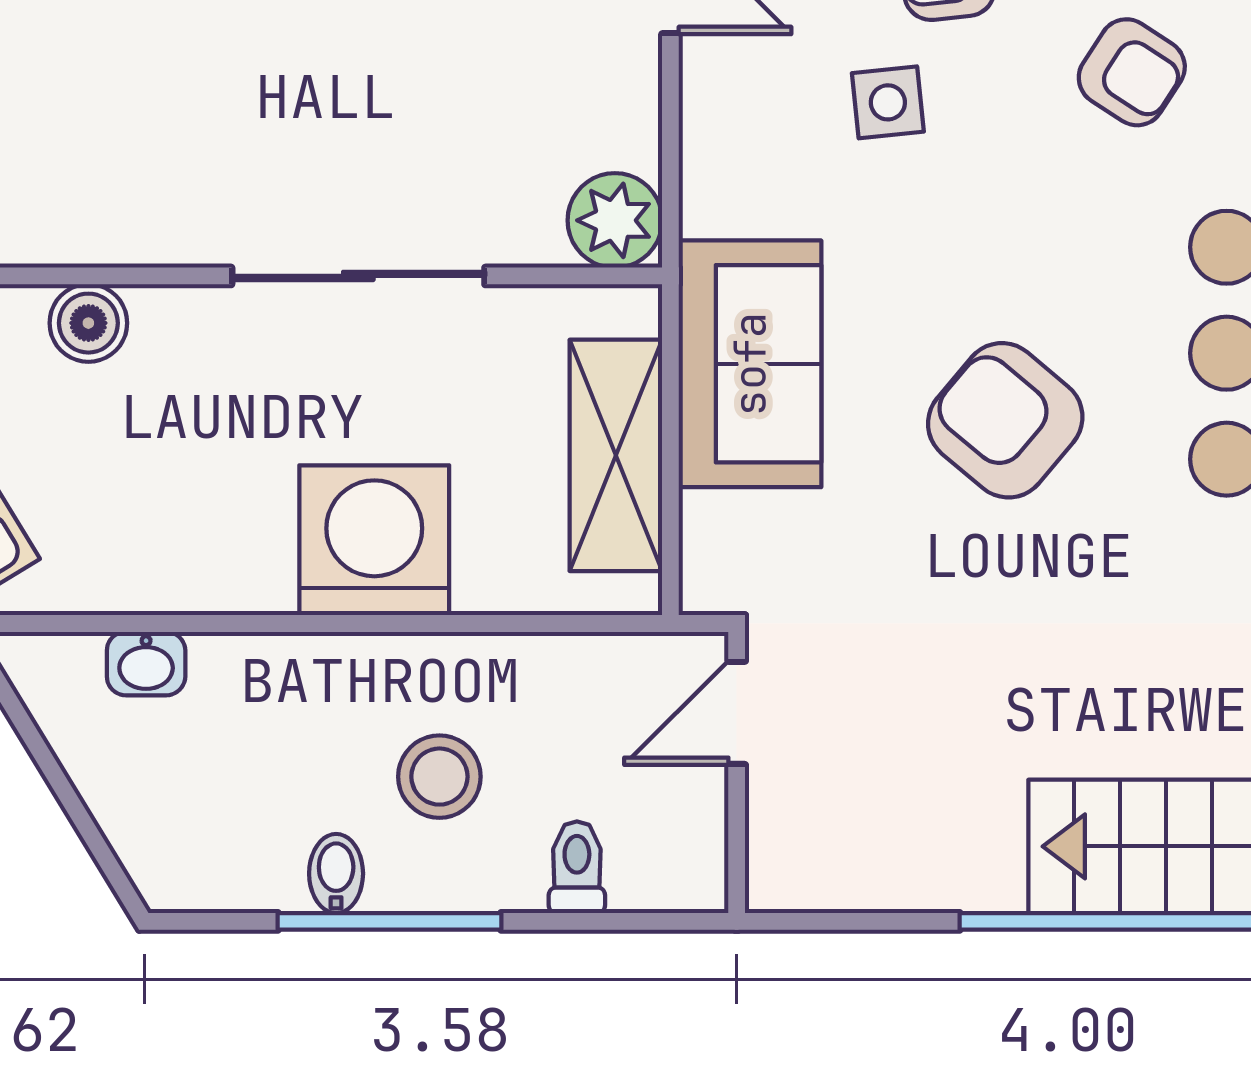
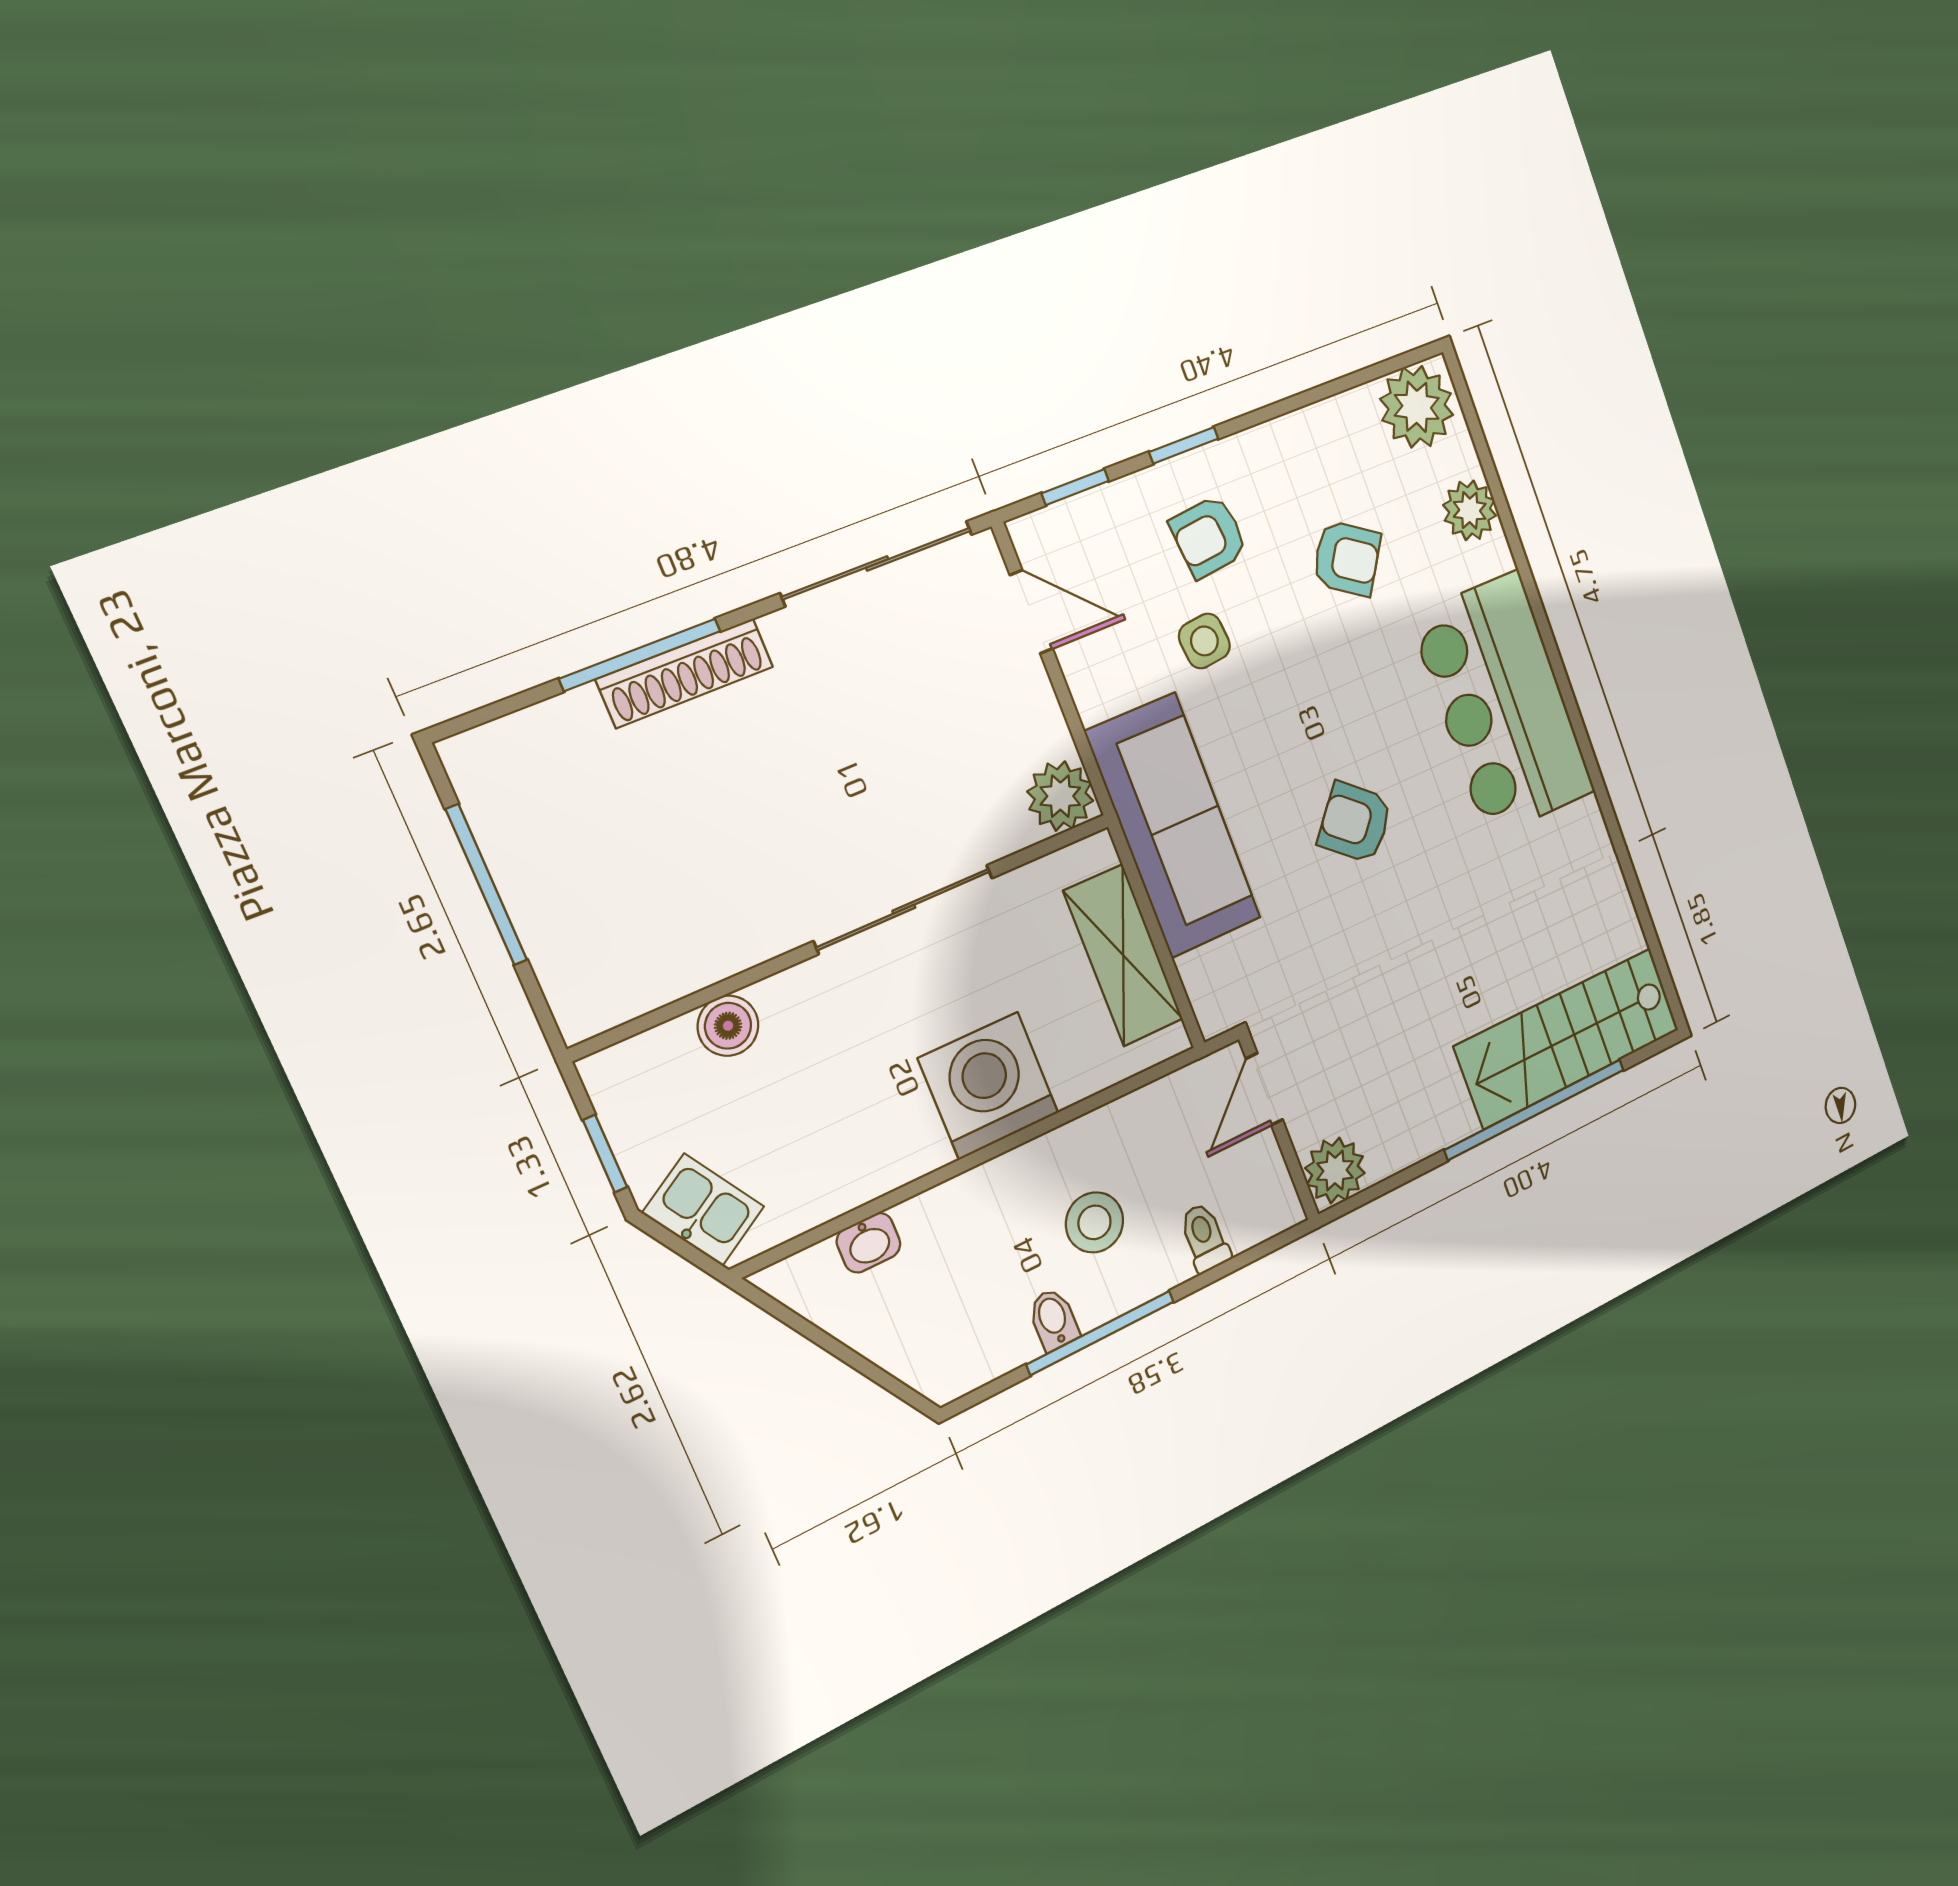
sofa: (750, 364) -> (1173, 826), width x1.36
armchair: (1005, 420) -> (1355, 822), width x0.72, depth x0.72
plant: (792, 866) -> (1335, 1170), added

